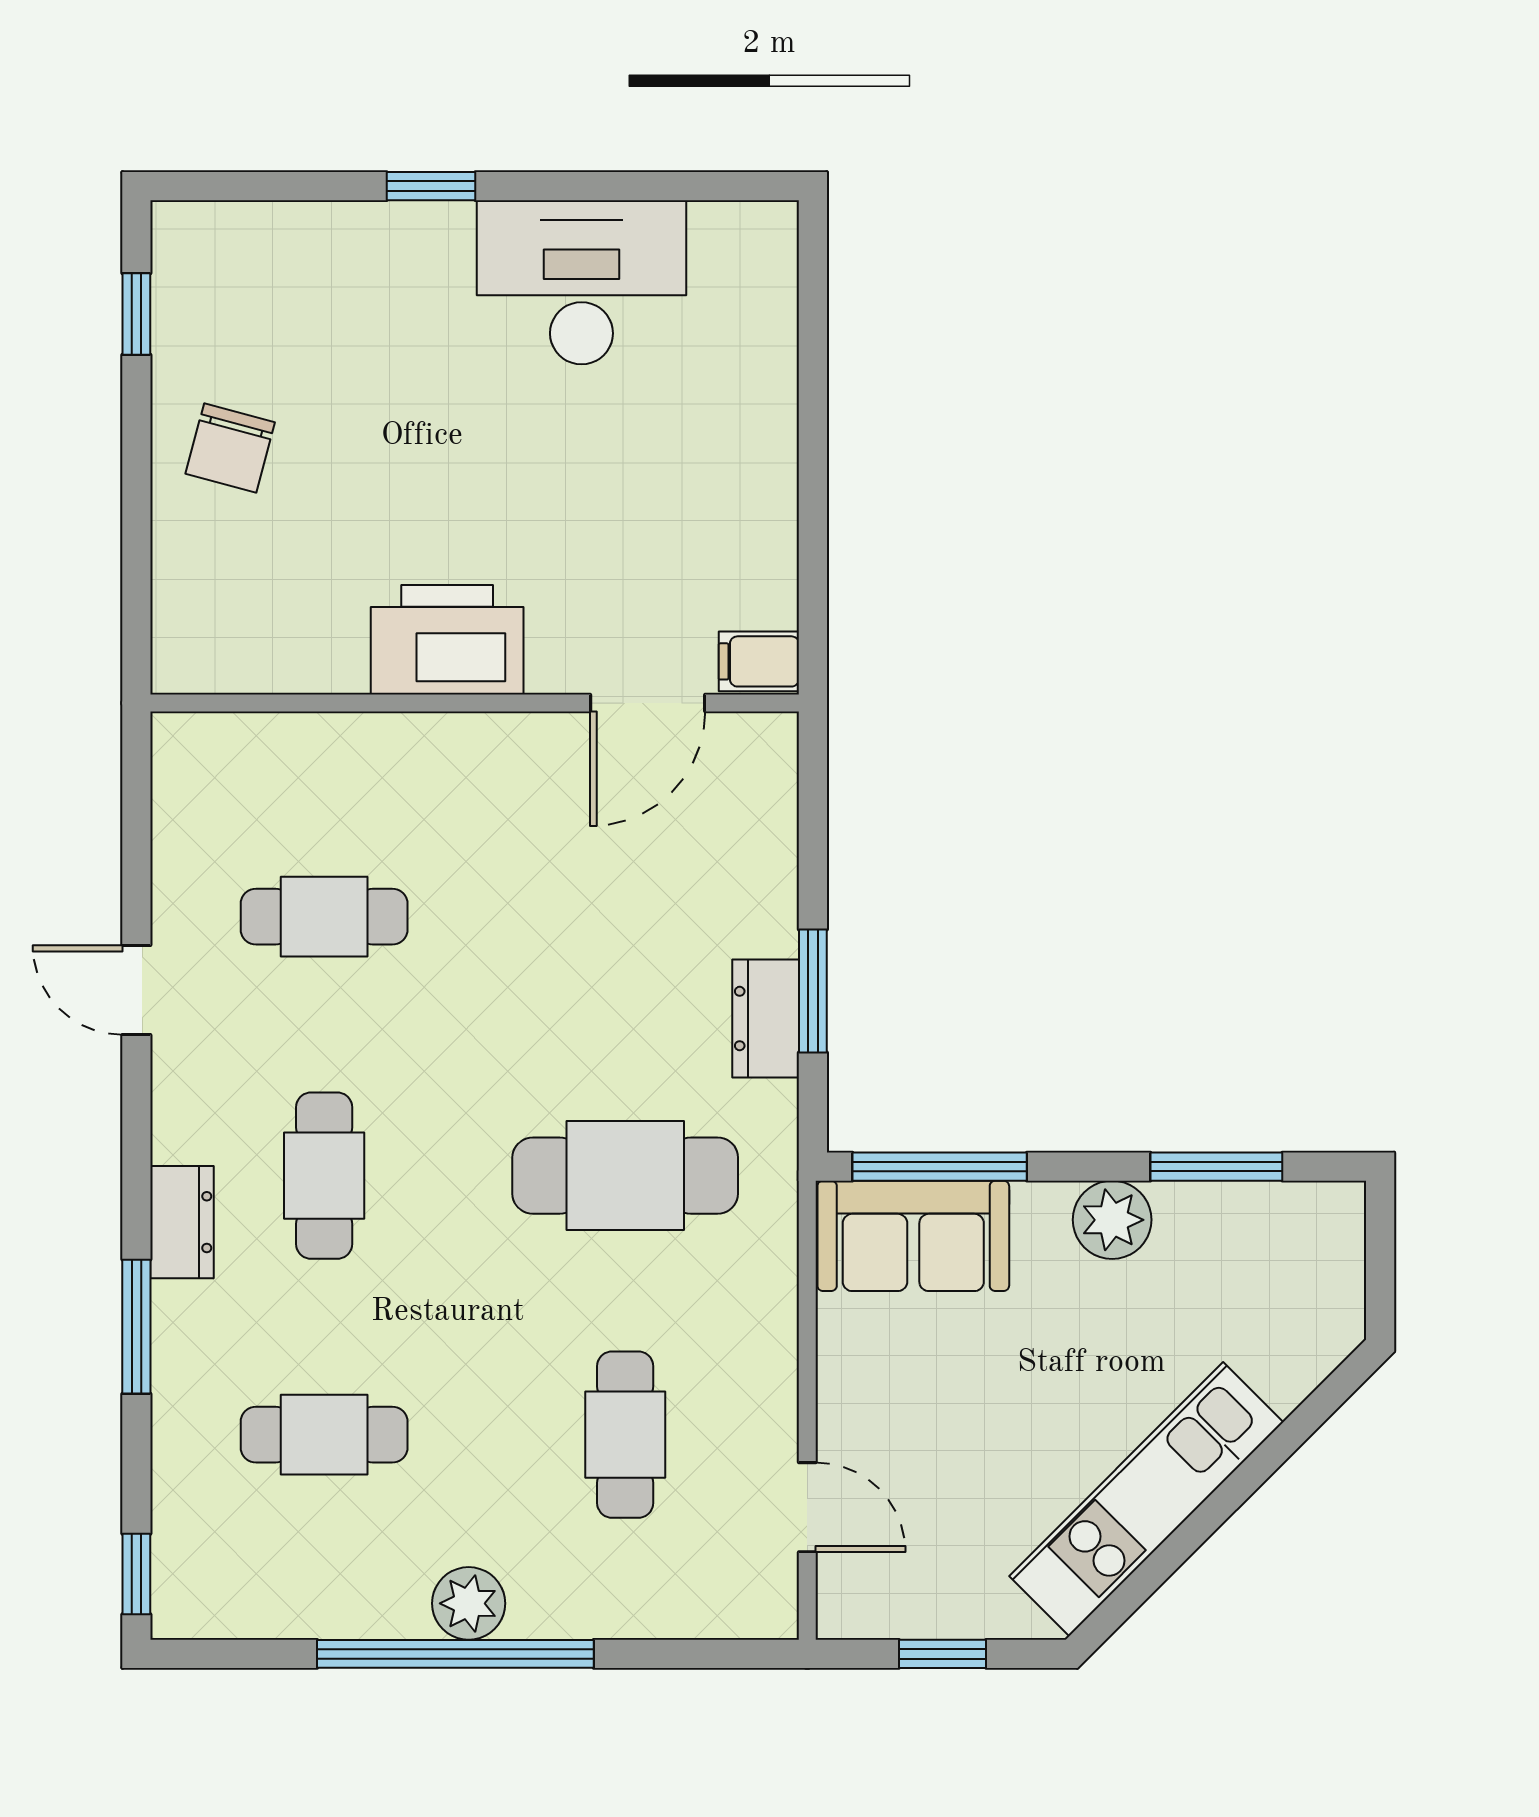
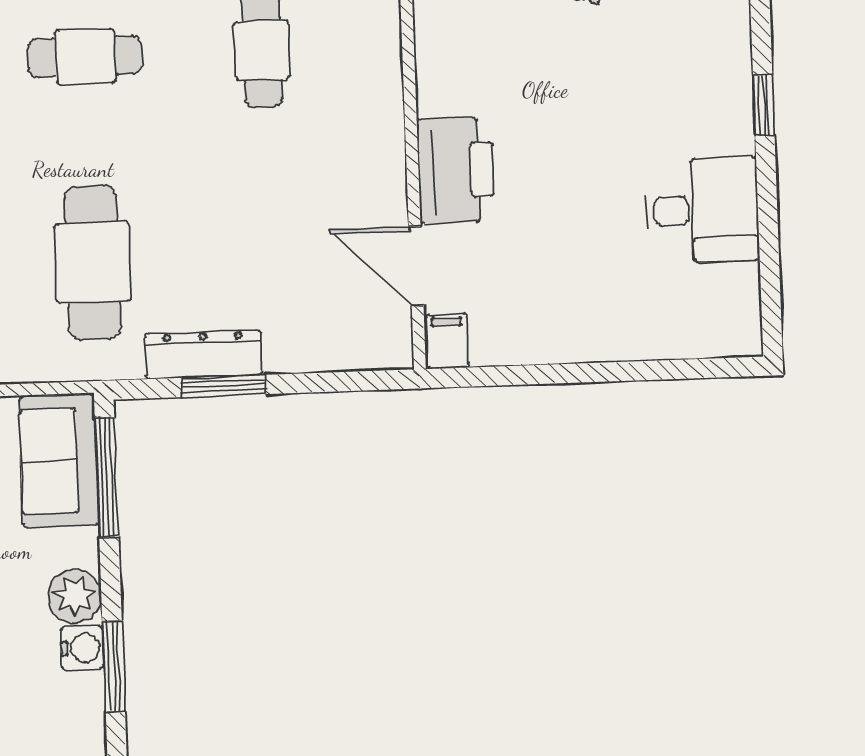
desk: (581, 282) -> (702, 210), width x0.73
printer: (447, 640) -> (456, 170), moved
dresser: (766, 1019) -> (203, 354), width x1.44
water cooler: (1188, 1212) -> (82, 648), added

